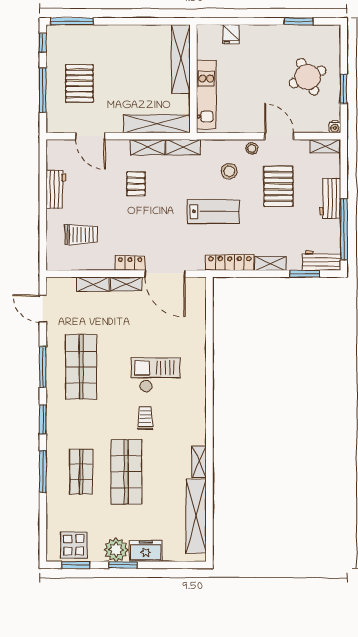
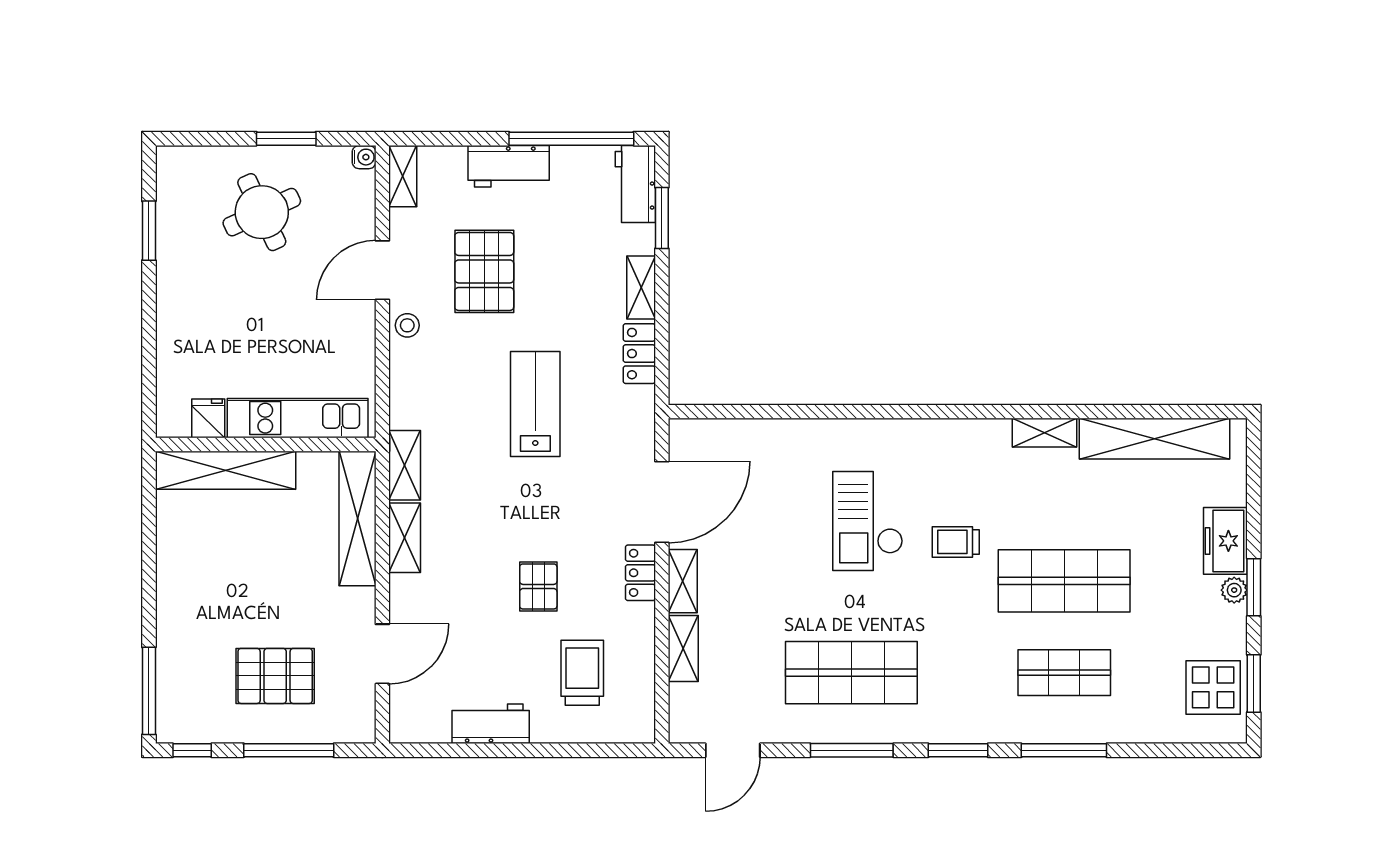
fridge: (231, 34) -> (208, 418), moved, turned -90
stool: (229, 171) -> (453, 372), removed
pallet: (136, 184) -> (538, 586), moved, turned 90
pallet: (278, 186) -> (484, 271), turned 90
locker: (230, 263) -> (639, 354), width x0.66
plant: (116, 550) -> (1234, 590), width x0.53, depth x0.53

